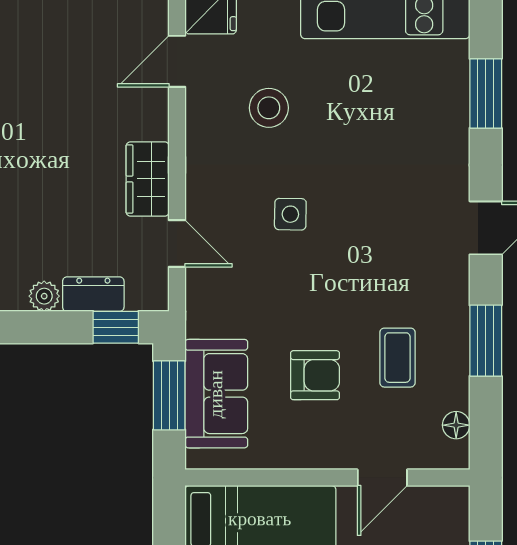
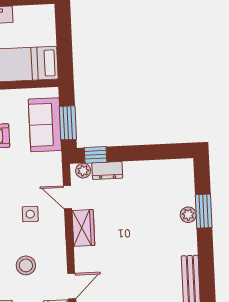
side table: (290, 214) -> (30, 214), moved
plant: (44, 296) -> (83, 171), moved

